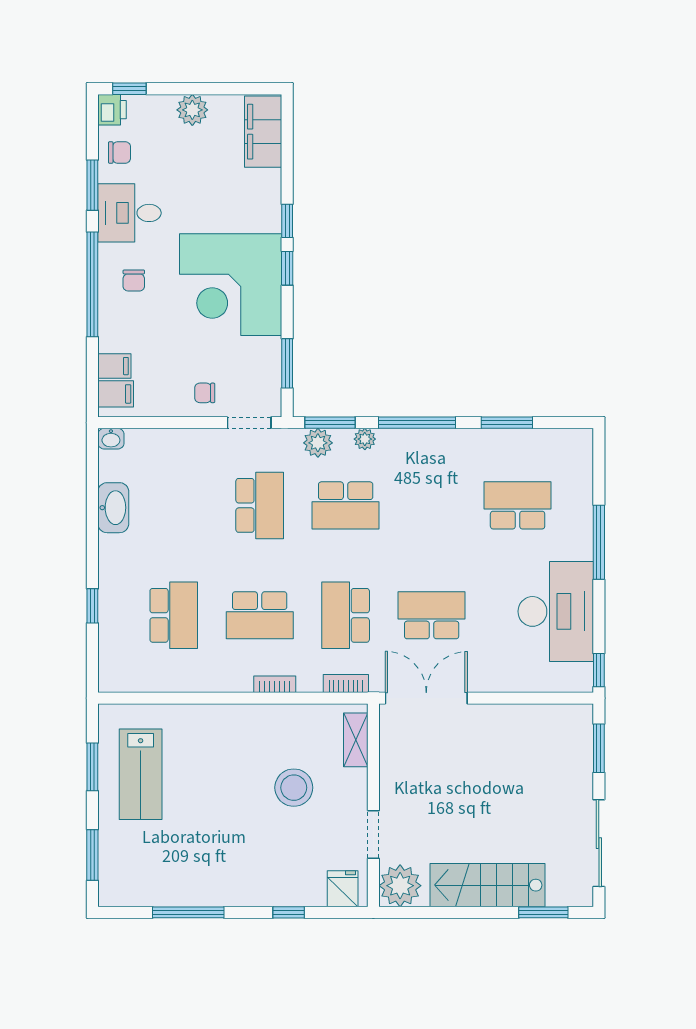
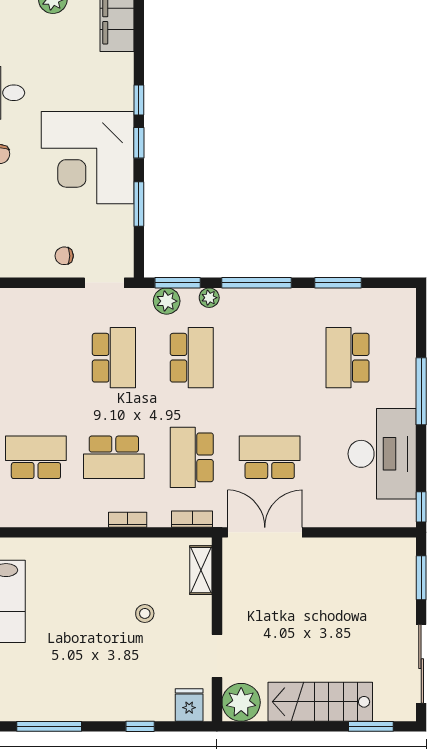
window: (287, 363) -> (139, 204), moved
school desk: (346, 505) -> (192, 358), turned -90
school desk: (518, 505) -> (348, 358), turned -90
school desk: (174, 615) -> (36, 457), turned -90
stool: (294, 788) -> (145, 613), width x0.53, depth x0.53

